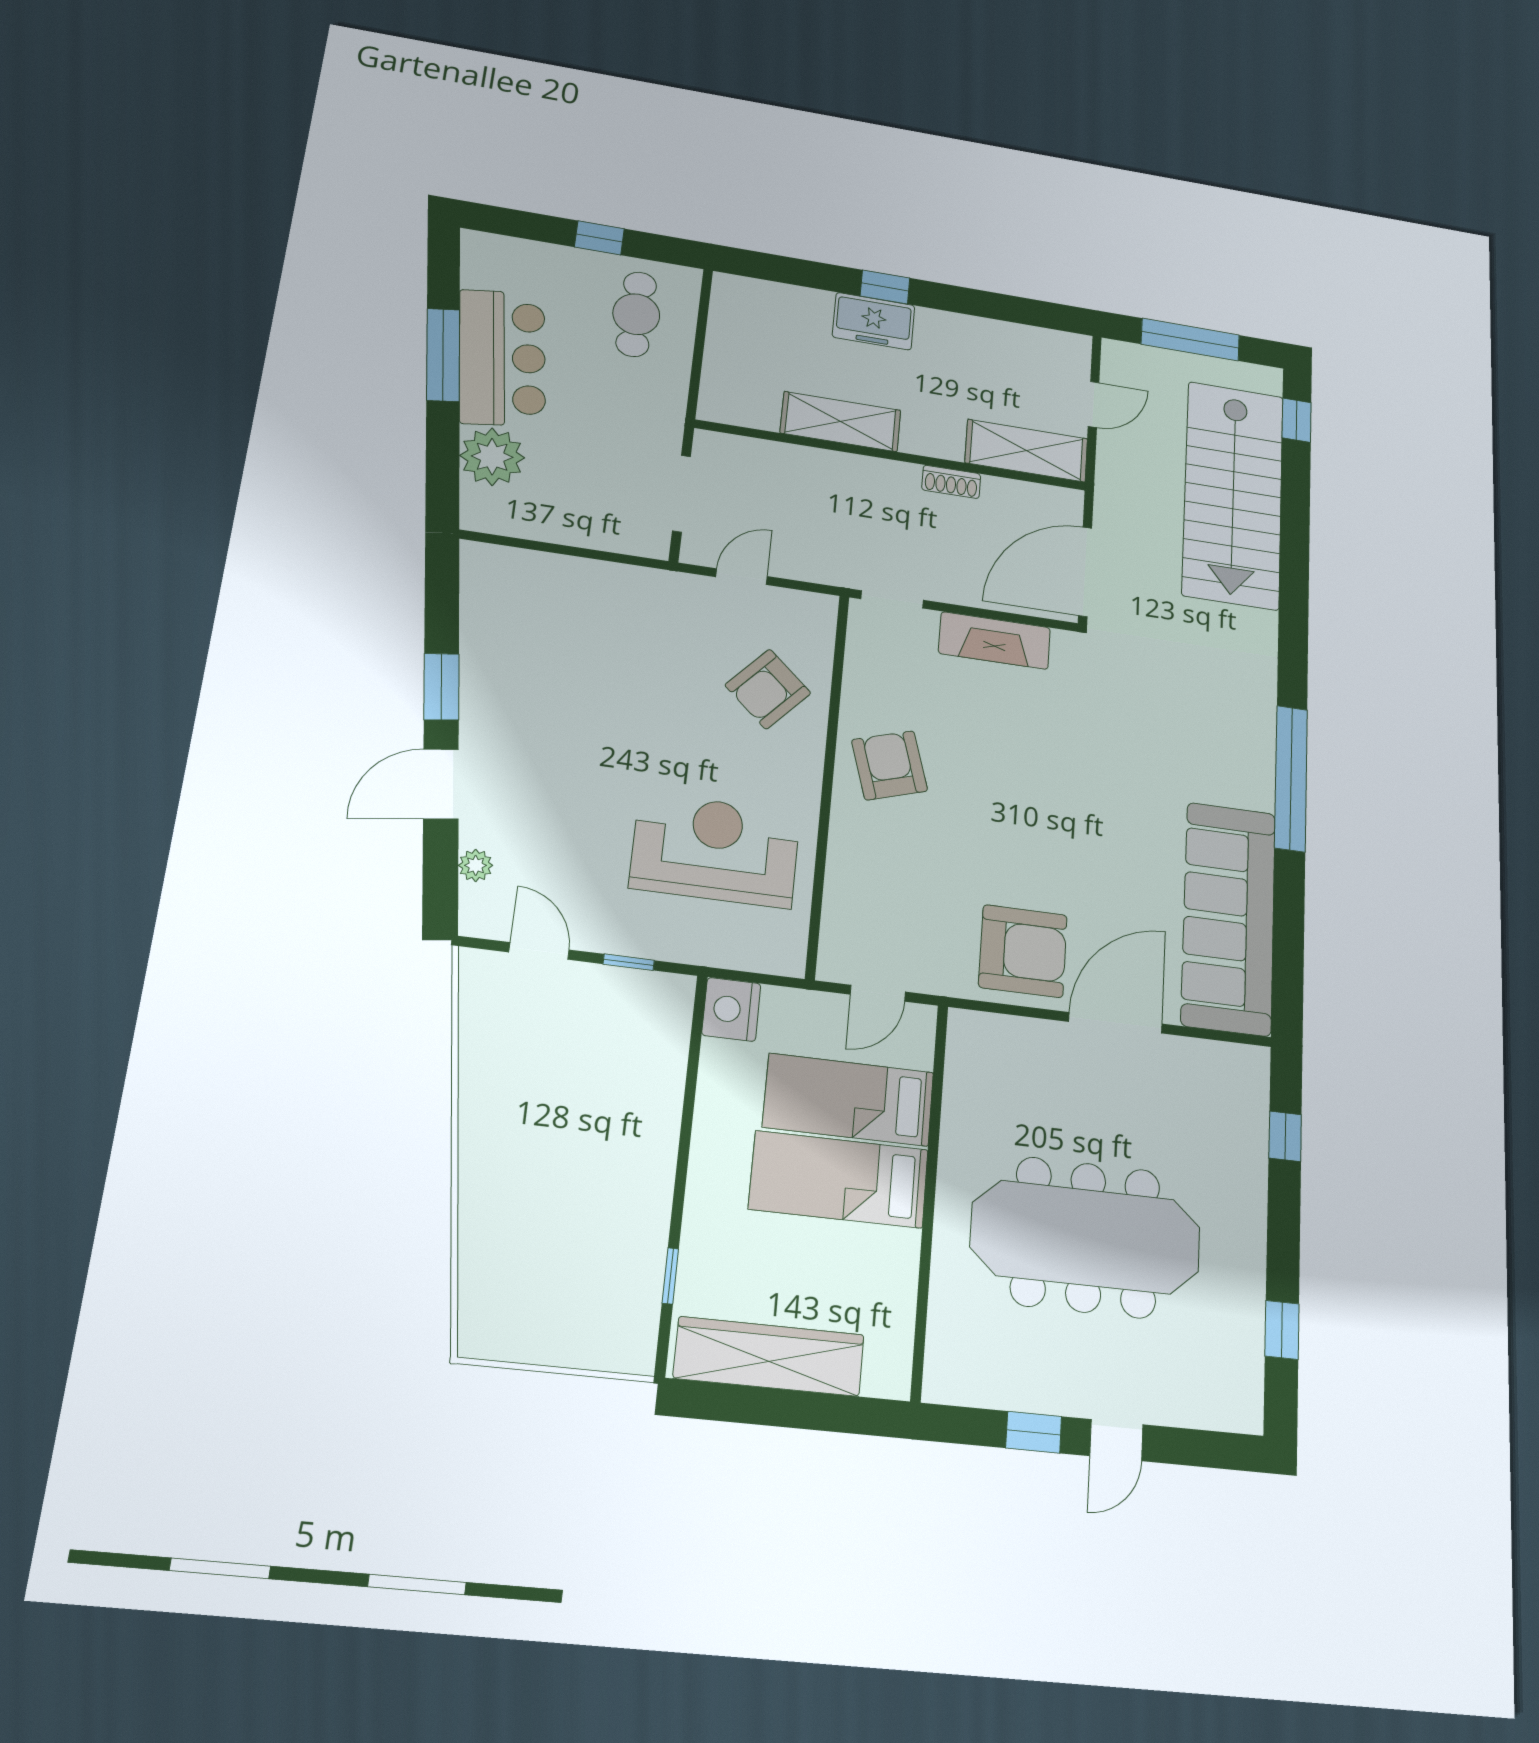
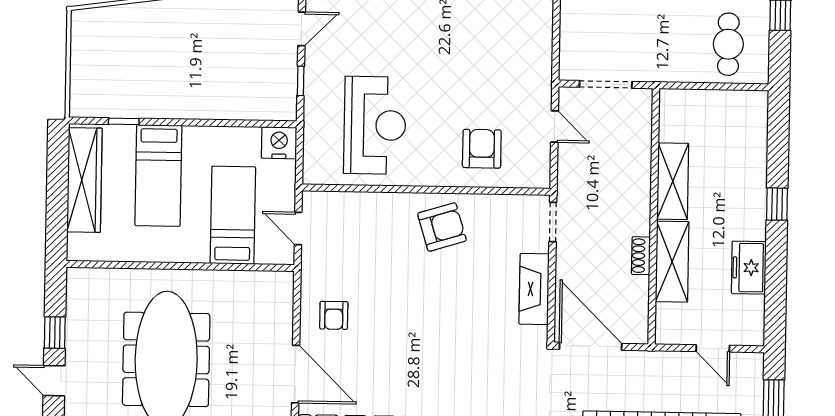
cafe table: (636, 314) -> (728, 44), turned 90
freezer: (874, 321) -> (749, 268), moved
shelving: (1026, 451) -> (672, 262), moved
armchair: (768, 689) -> (482, 149), turned 48
armchair: (1023, 951) -> (334, 315), width x0.53, depth x0.53
bed: (839, 1179) -> (158, 175), moved, turned 180

